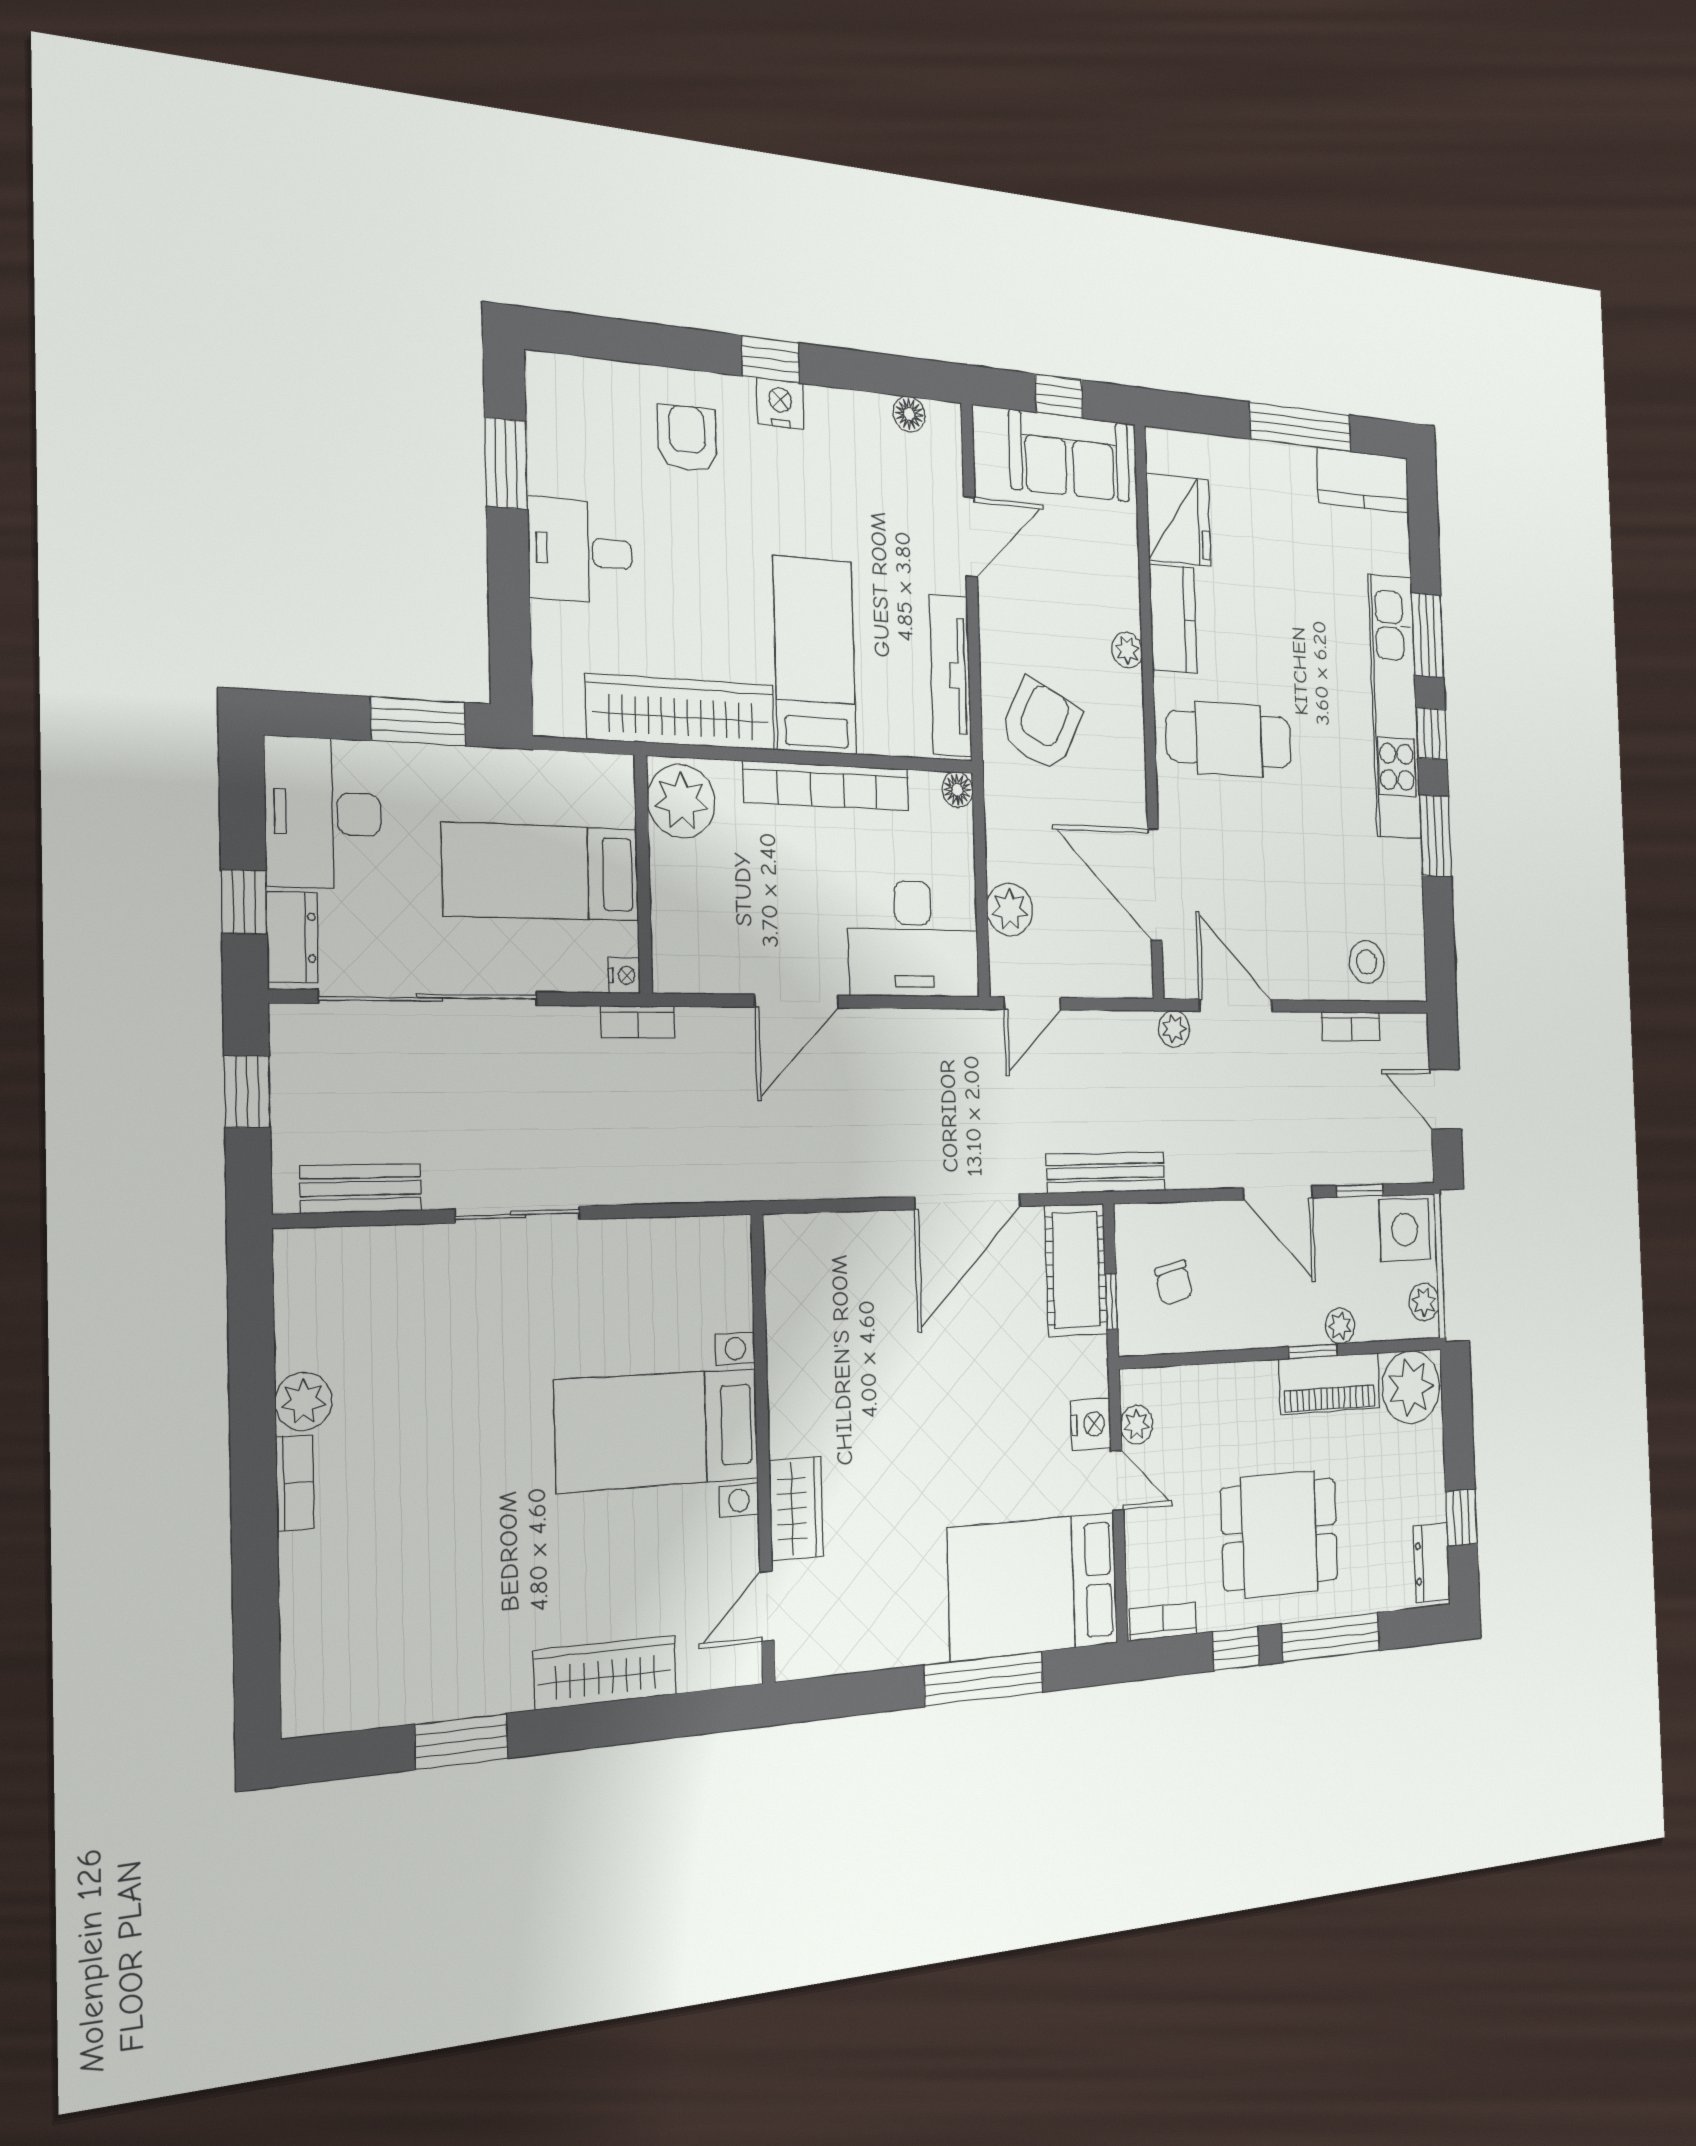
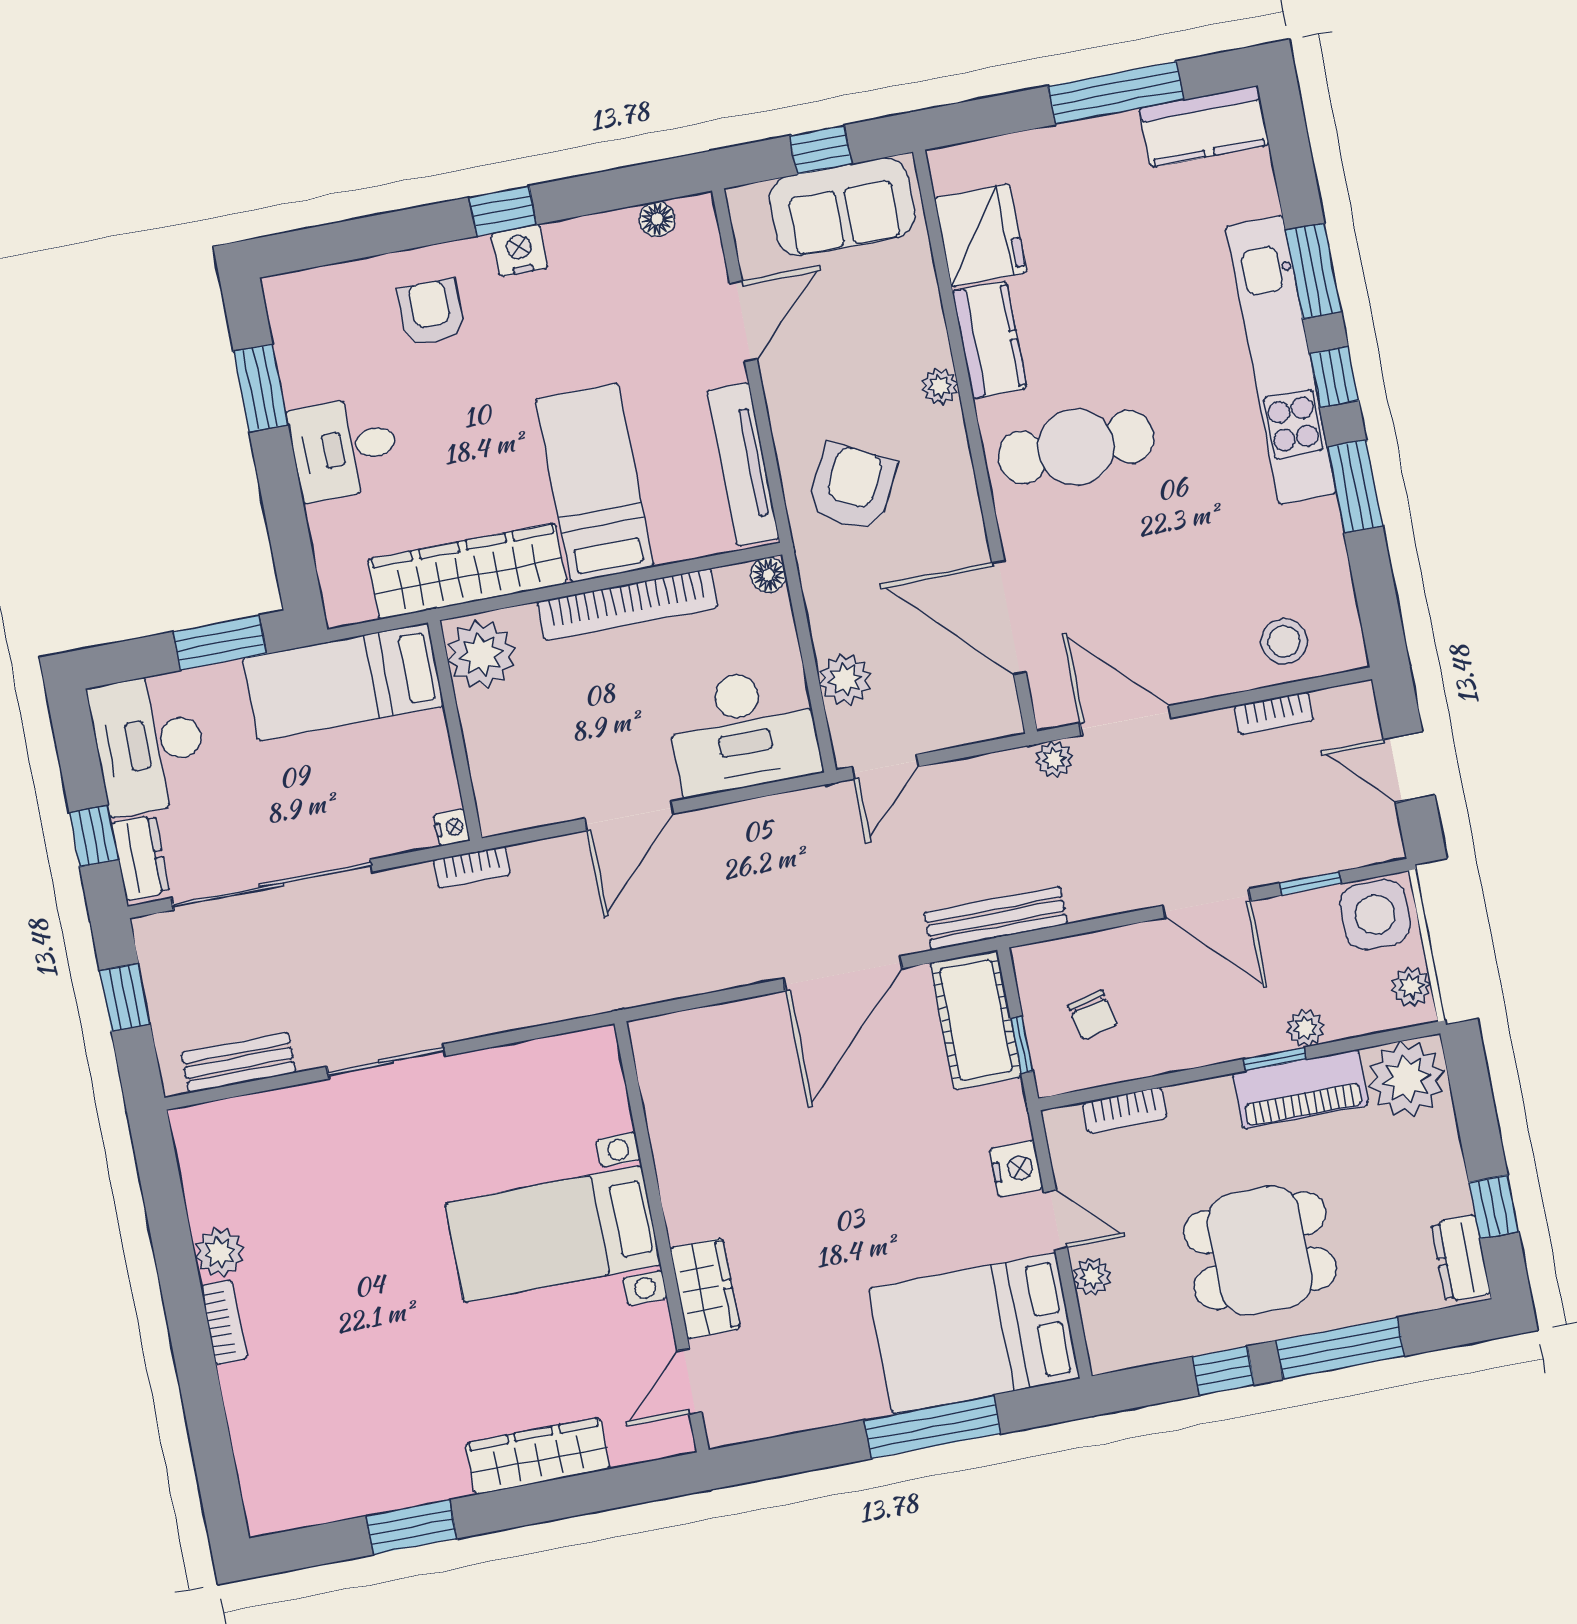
bed: (541, 872) -> (343, 682), moved
plant: (1137, 1425) -> (1092, 1276), moved
bookcase: (1163, 1621) -> (1125, 1110), moved, turned 180

